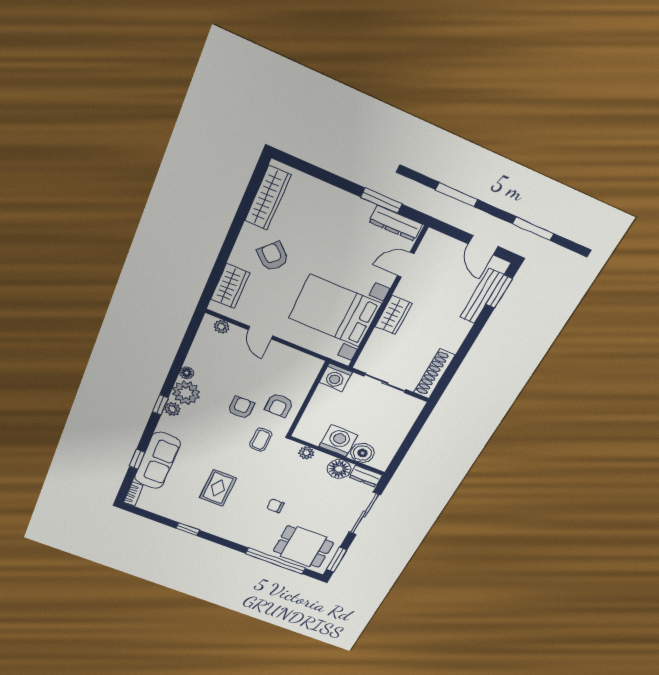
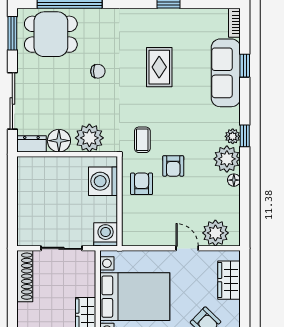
plant: (221, 327) -> (215, 233), width x1.88, depth x1.88
washing machine: (338, 441) -> (103, 181), moved, turned 90
plant: (306, 453) -> (89, 138), width x1.88, depth x1.88
boiler: (362, 453) -> (46, 168), removed

